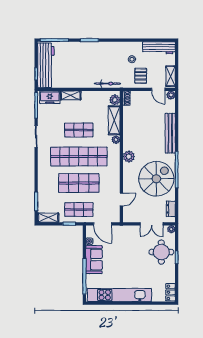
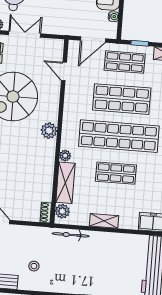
pallet: (141, 76) -> (24, 242), removed
shelving: (71, 95) -> (104, 221), moved
door: (121, 199) -> (64, 71), hinge flipped
door: (103, 224) -> (93, 40), swing flipped

